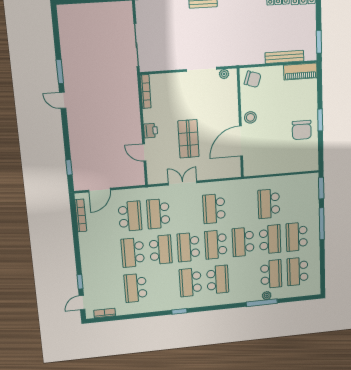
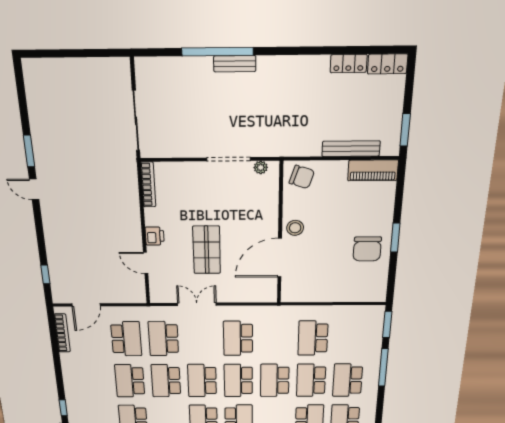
school desk: (270, 239) -> (311, 380), turned 180
school desk: (161, 250) -> (166, 381), turned 180

